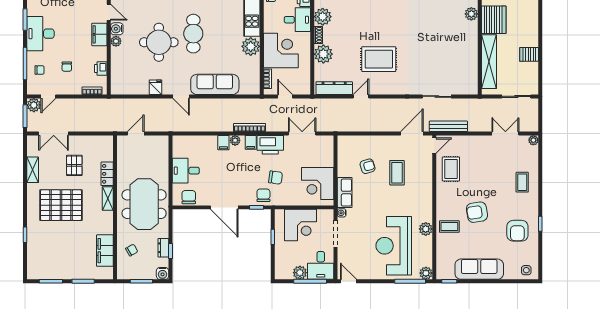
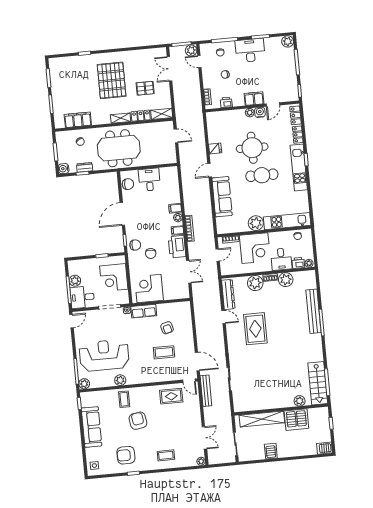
shelving: (33, 170) -> (162, 114), moved

